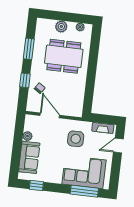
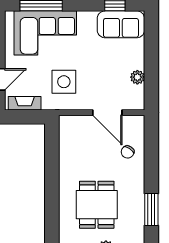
dining table: (64, 56) -> (97, 205), width x0.73
window: (25, 80) -> (151, 161), removed
sofa: (29, 157) -> (121, 24), moved, turned -90

